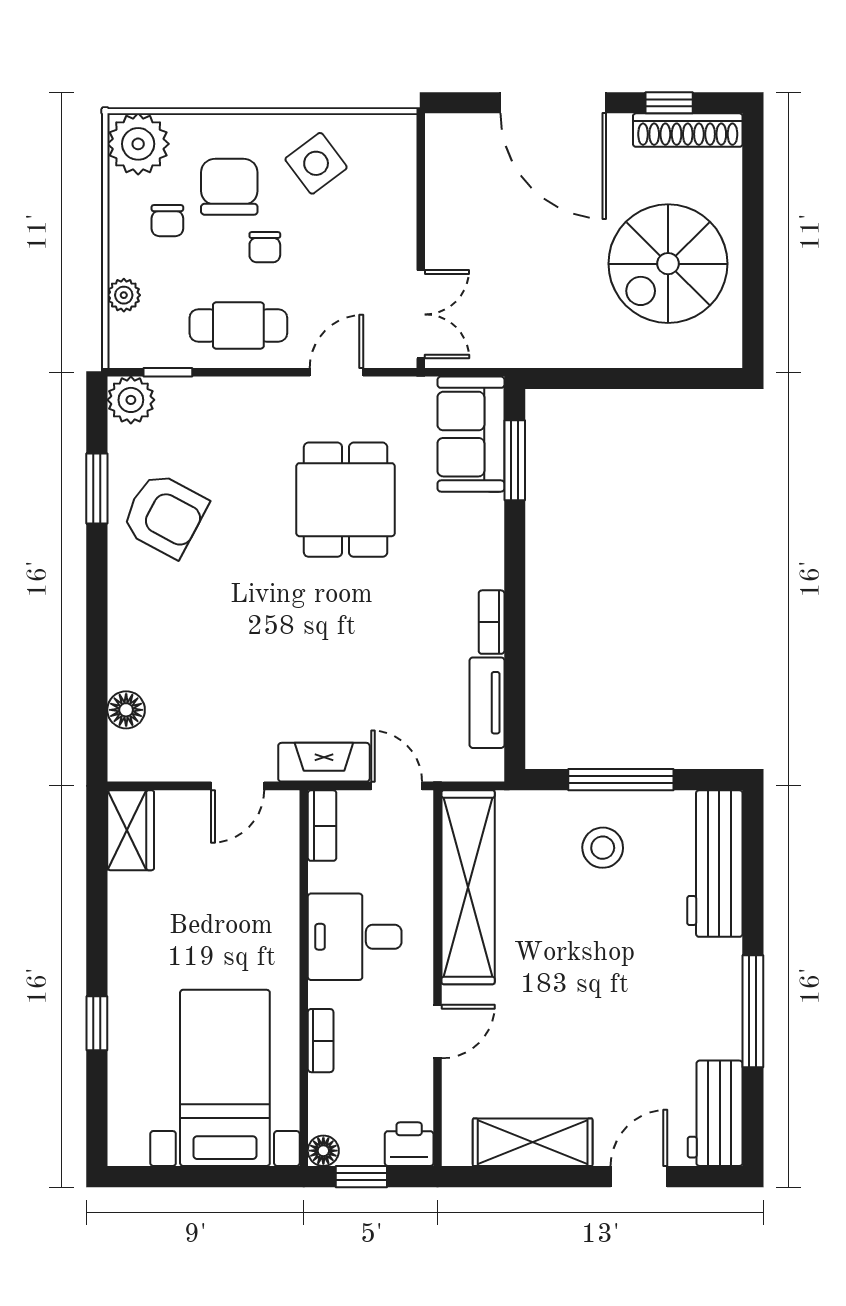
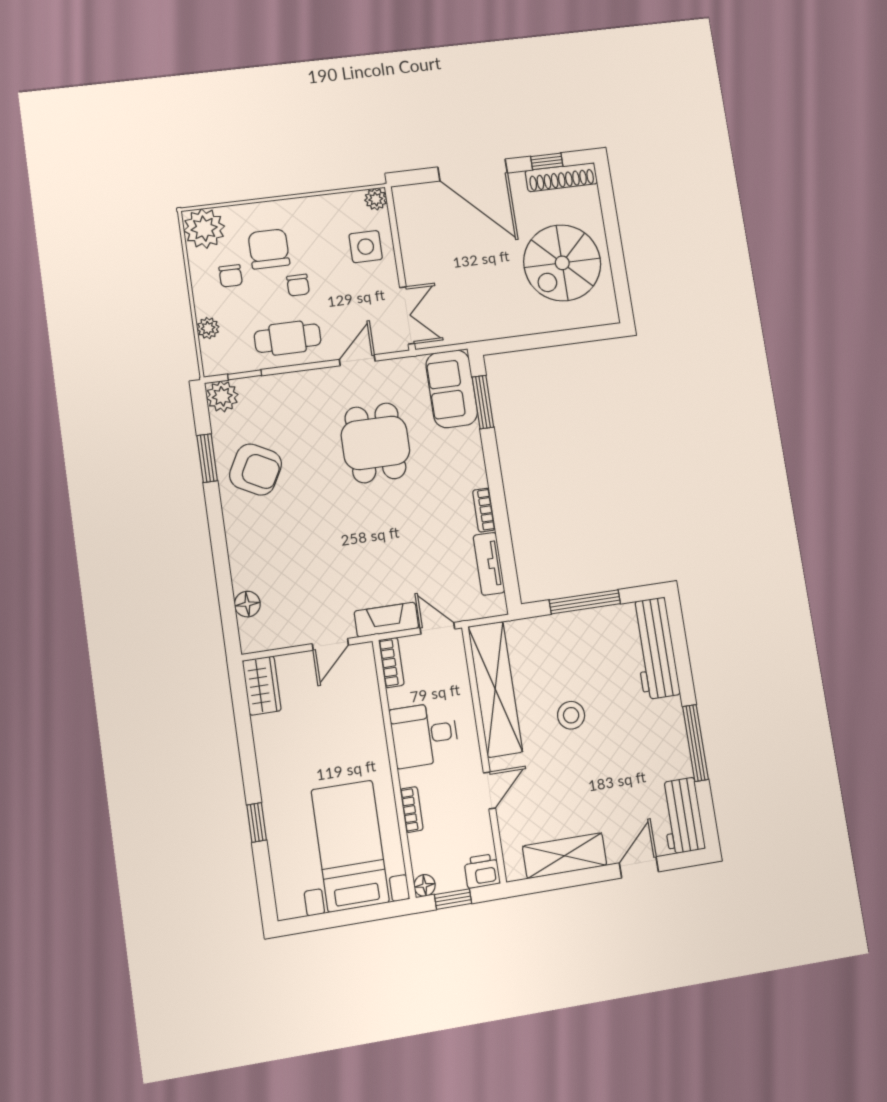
plant: (400, 130) -> (376, 199), added
side table: (316, 163) -> (366, 247), moved, turned 37
stool: (603, 848) -> (571, 715), moved

